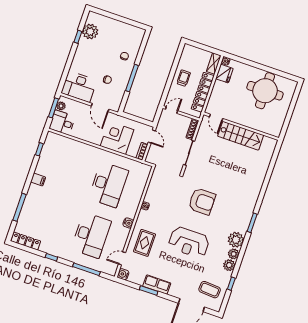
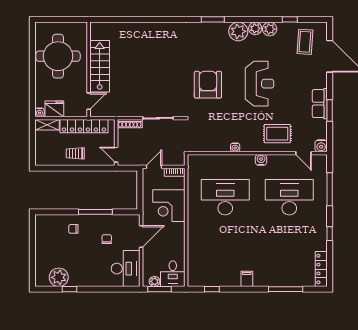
door: (216, 118) -> (89, 101), moved
wall: (241, 126) -> (89, 69), moved
stairs: (241, 136) -> (100, 66), moved

